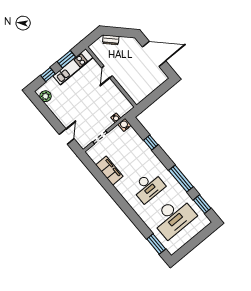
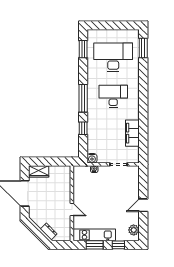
door: (107, 72) -> (72, 209), hinge flipped
wardrobe: (157, 80) -> (39, 171), added
door: (67, 137) -> (143, 205), moved
window: (181, 179) -> (83, 98), moved

